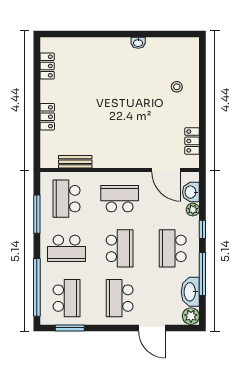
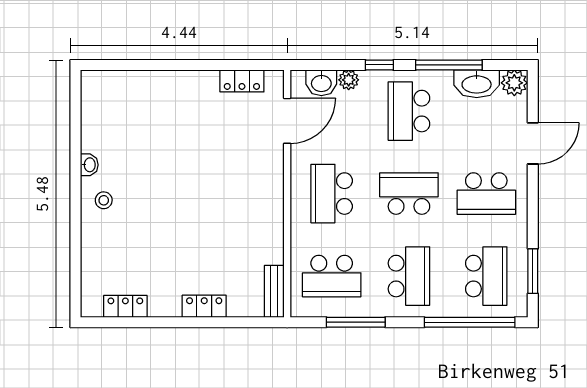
stool: (177, 87) -> (104, 200), moved
bench: (75, 162) -> (274, 291), moved
school desk: (173, 248) -> (409, 111), turned 90
school desk: (67, 298) -> (486, 276), turned 90

